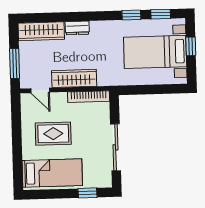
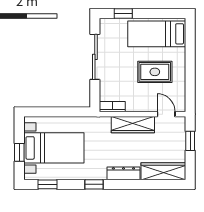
window: (131, 15) -> (94, 184), moved
dresser: (77, 28) -> (123, 173), width x1.44
window: (15, 64) -> (190, 141), width x0.67
bookcase: (89, 97) -> (112, 107), width x0.64

